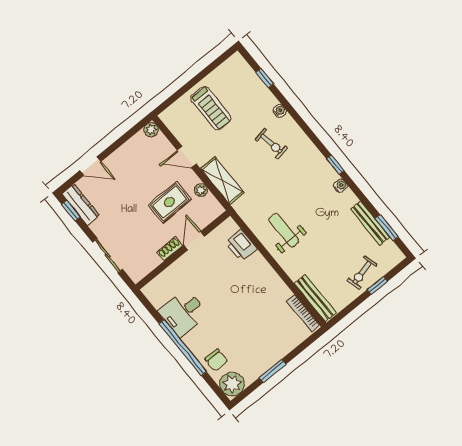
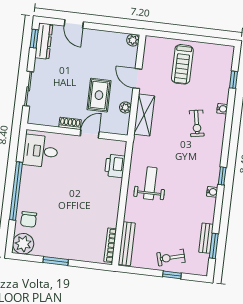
rug: (170, 202) -> (99, 95), turned 90
bench: (370, 223) -> (206, 238), width x0.73
desk: (183, 313) -> (40, 151), moved

